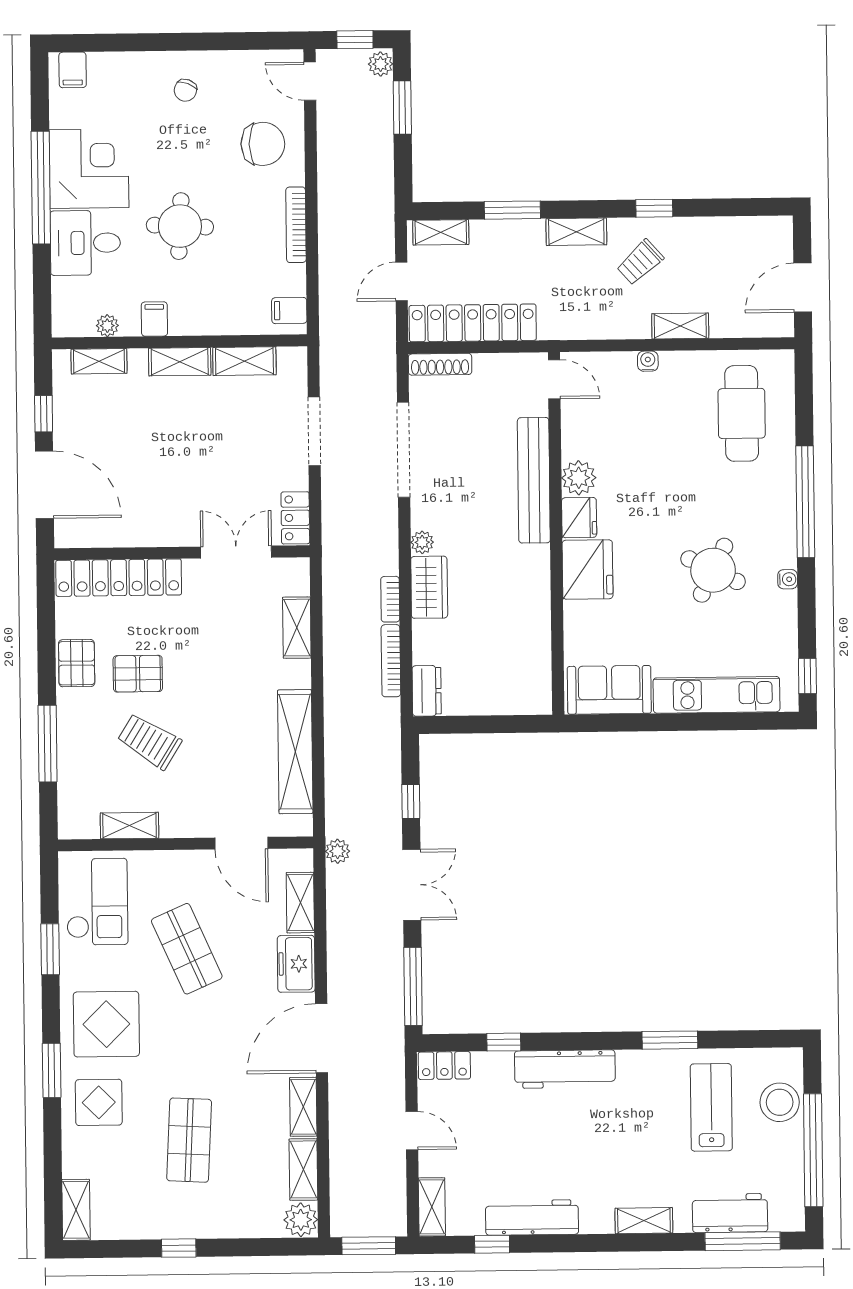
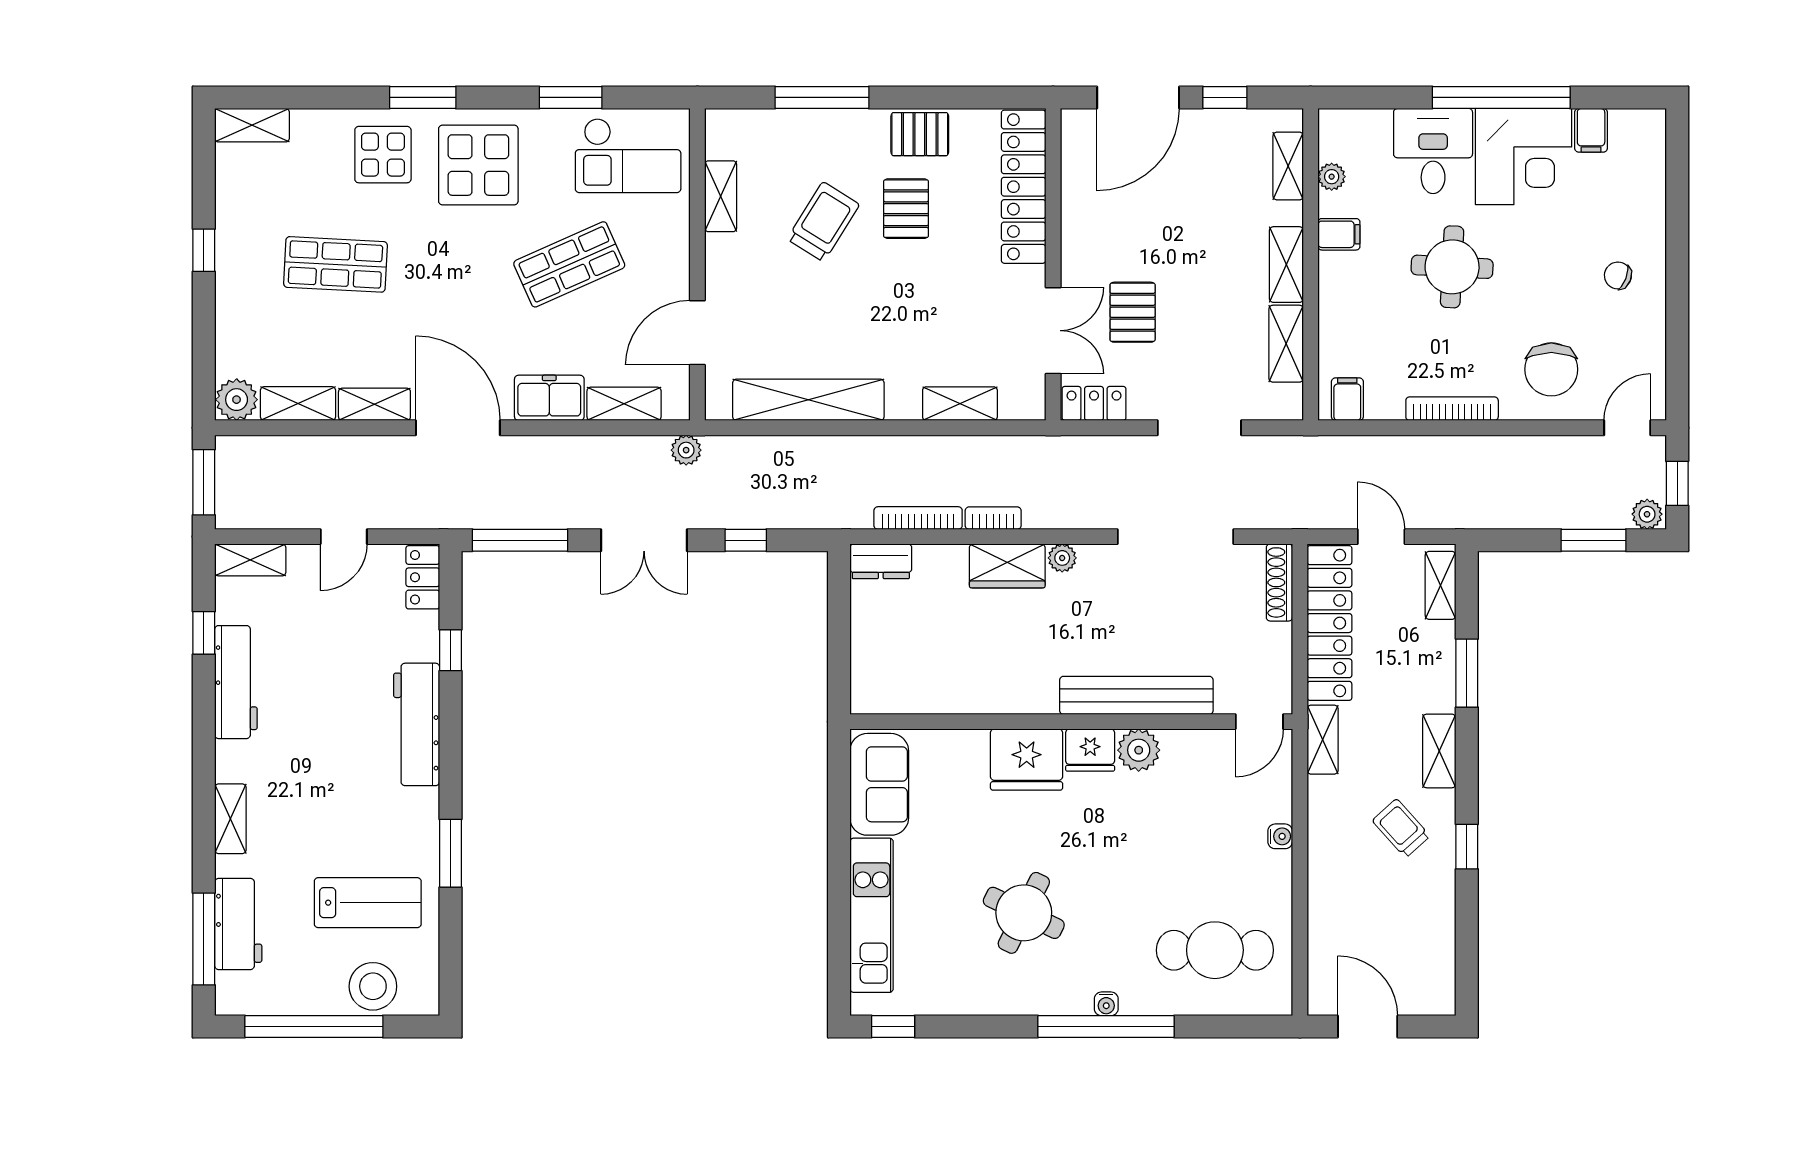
filing cabinet: (73, 70) -> (1591, 130), moved, turned -90
shelving: (680, 326) -> (1323, 740), moved
pallet: (220, 487) -> (1133, 312), added
water cooler: (788, 579) -> (1106, 1004), moved

